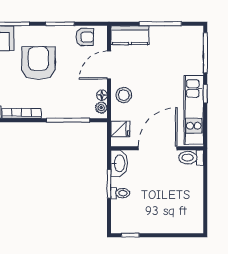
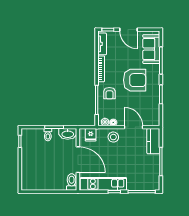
armchair: (85, 37) -> (109, 93), moved

